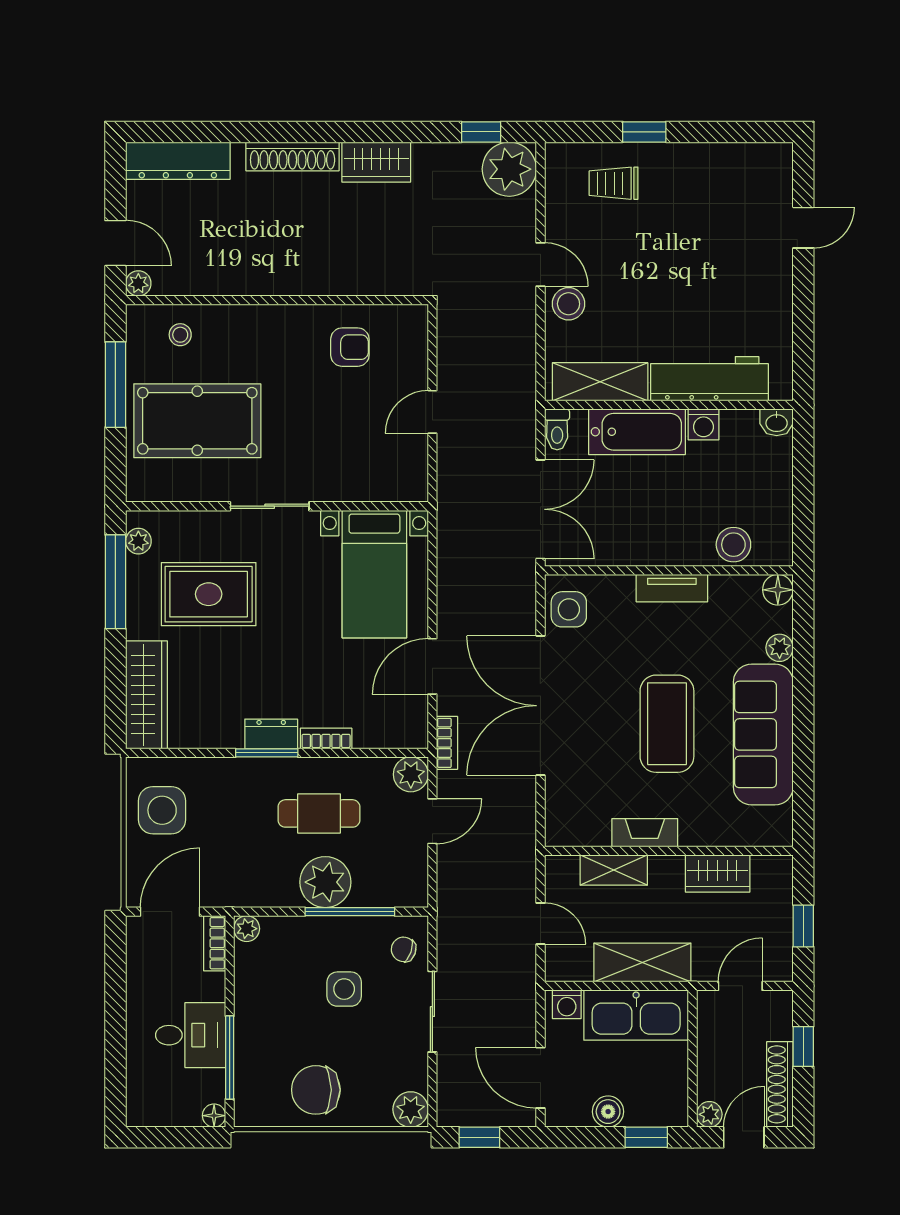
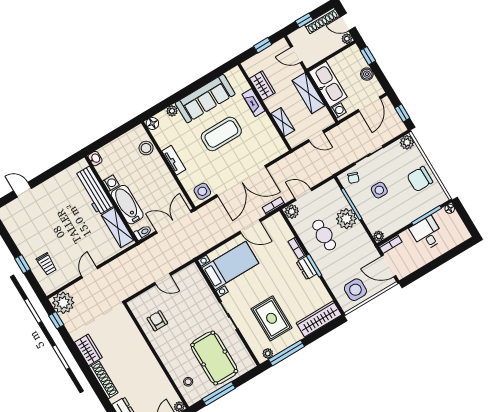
stool: (569, 304) -> (97, 255), removed
fireplace: (645, 833) -> (254, 103), moved
door: (540, 924) -> (316, 136), swing flipped
chair: (316, 1090) -> (420, 179), turned 90

